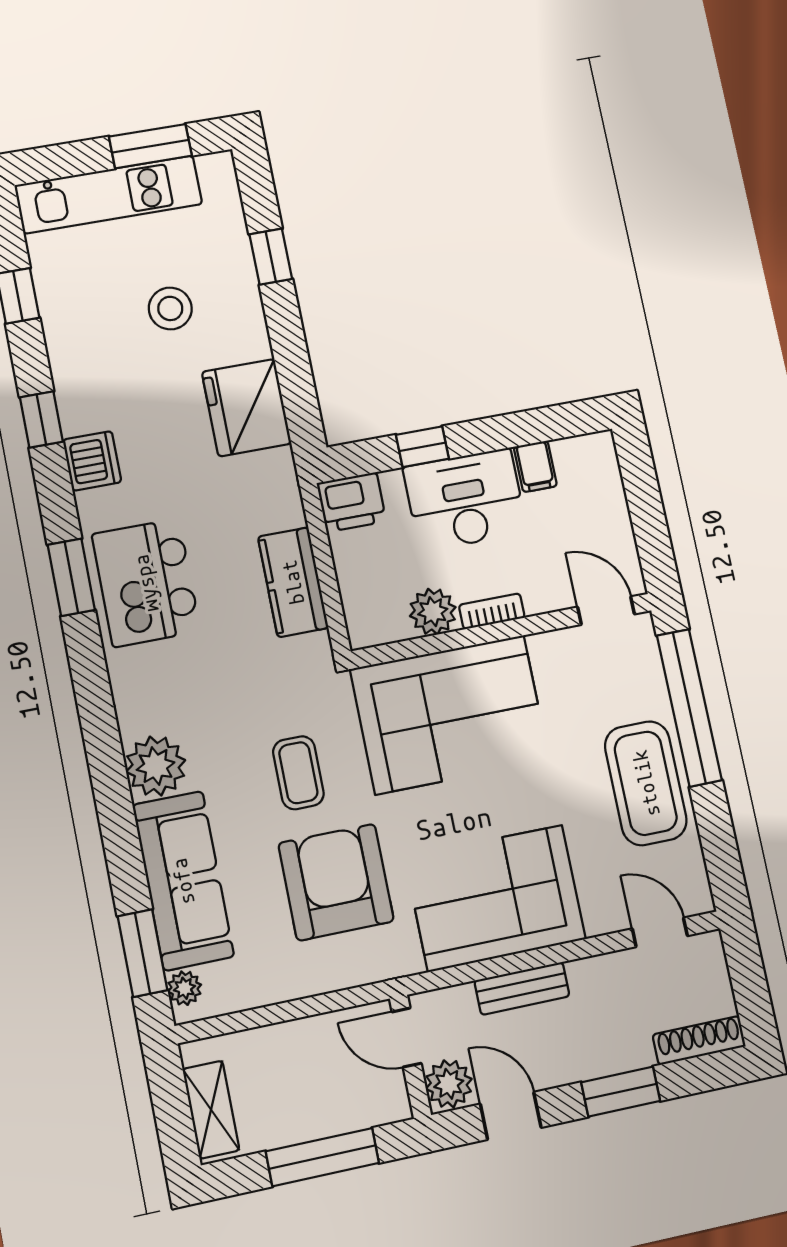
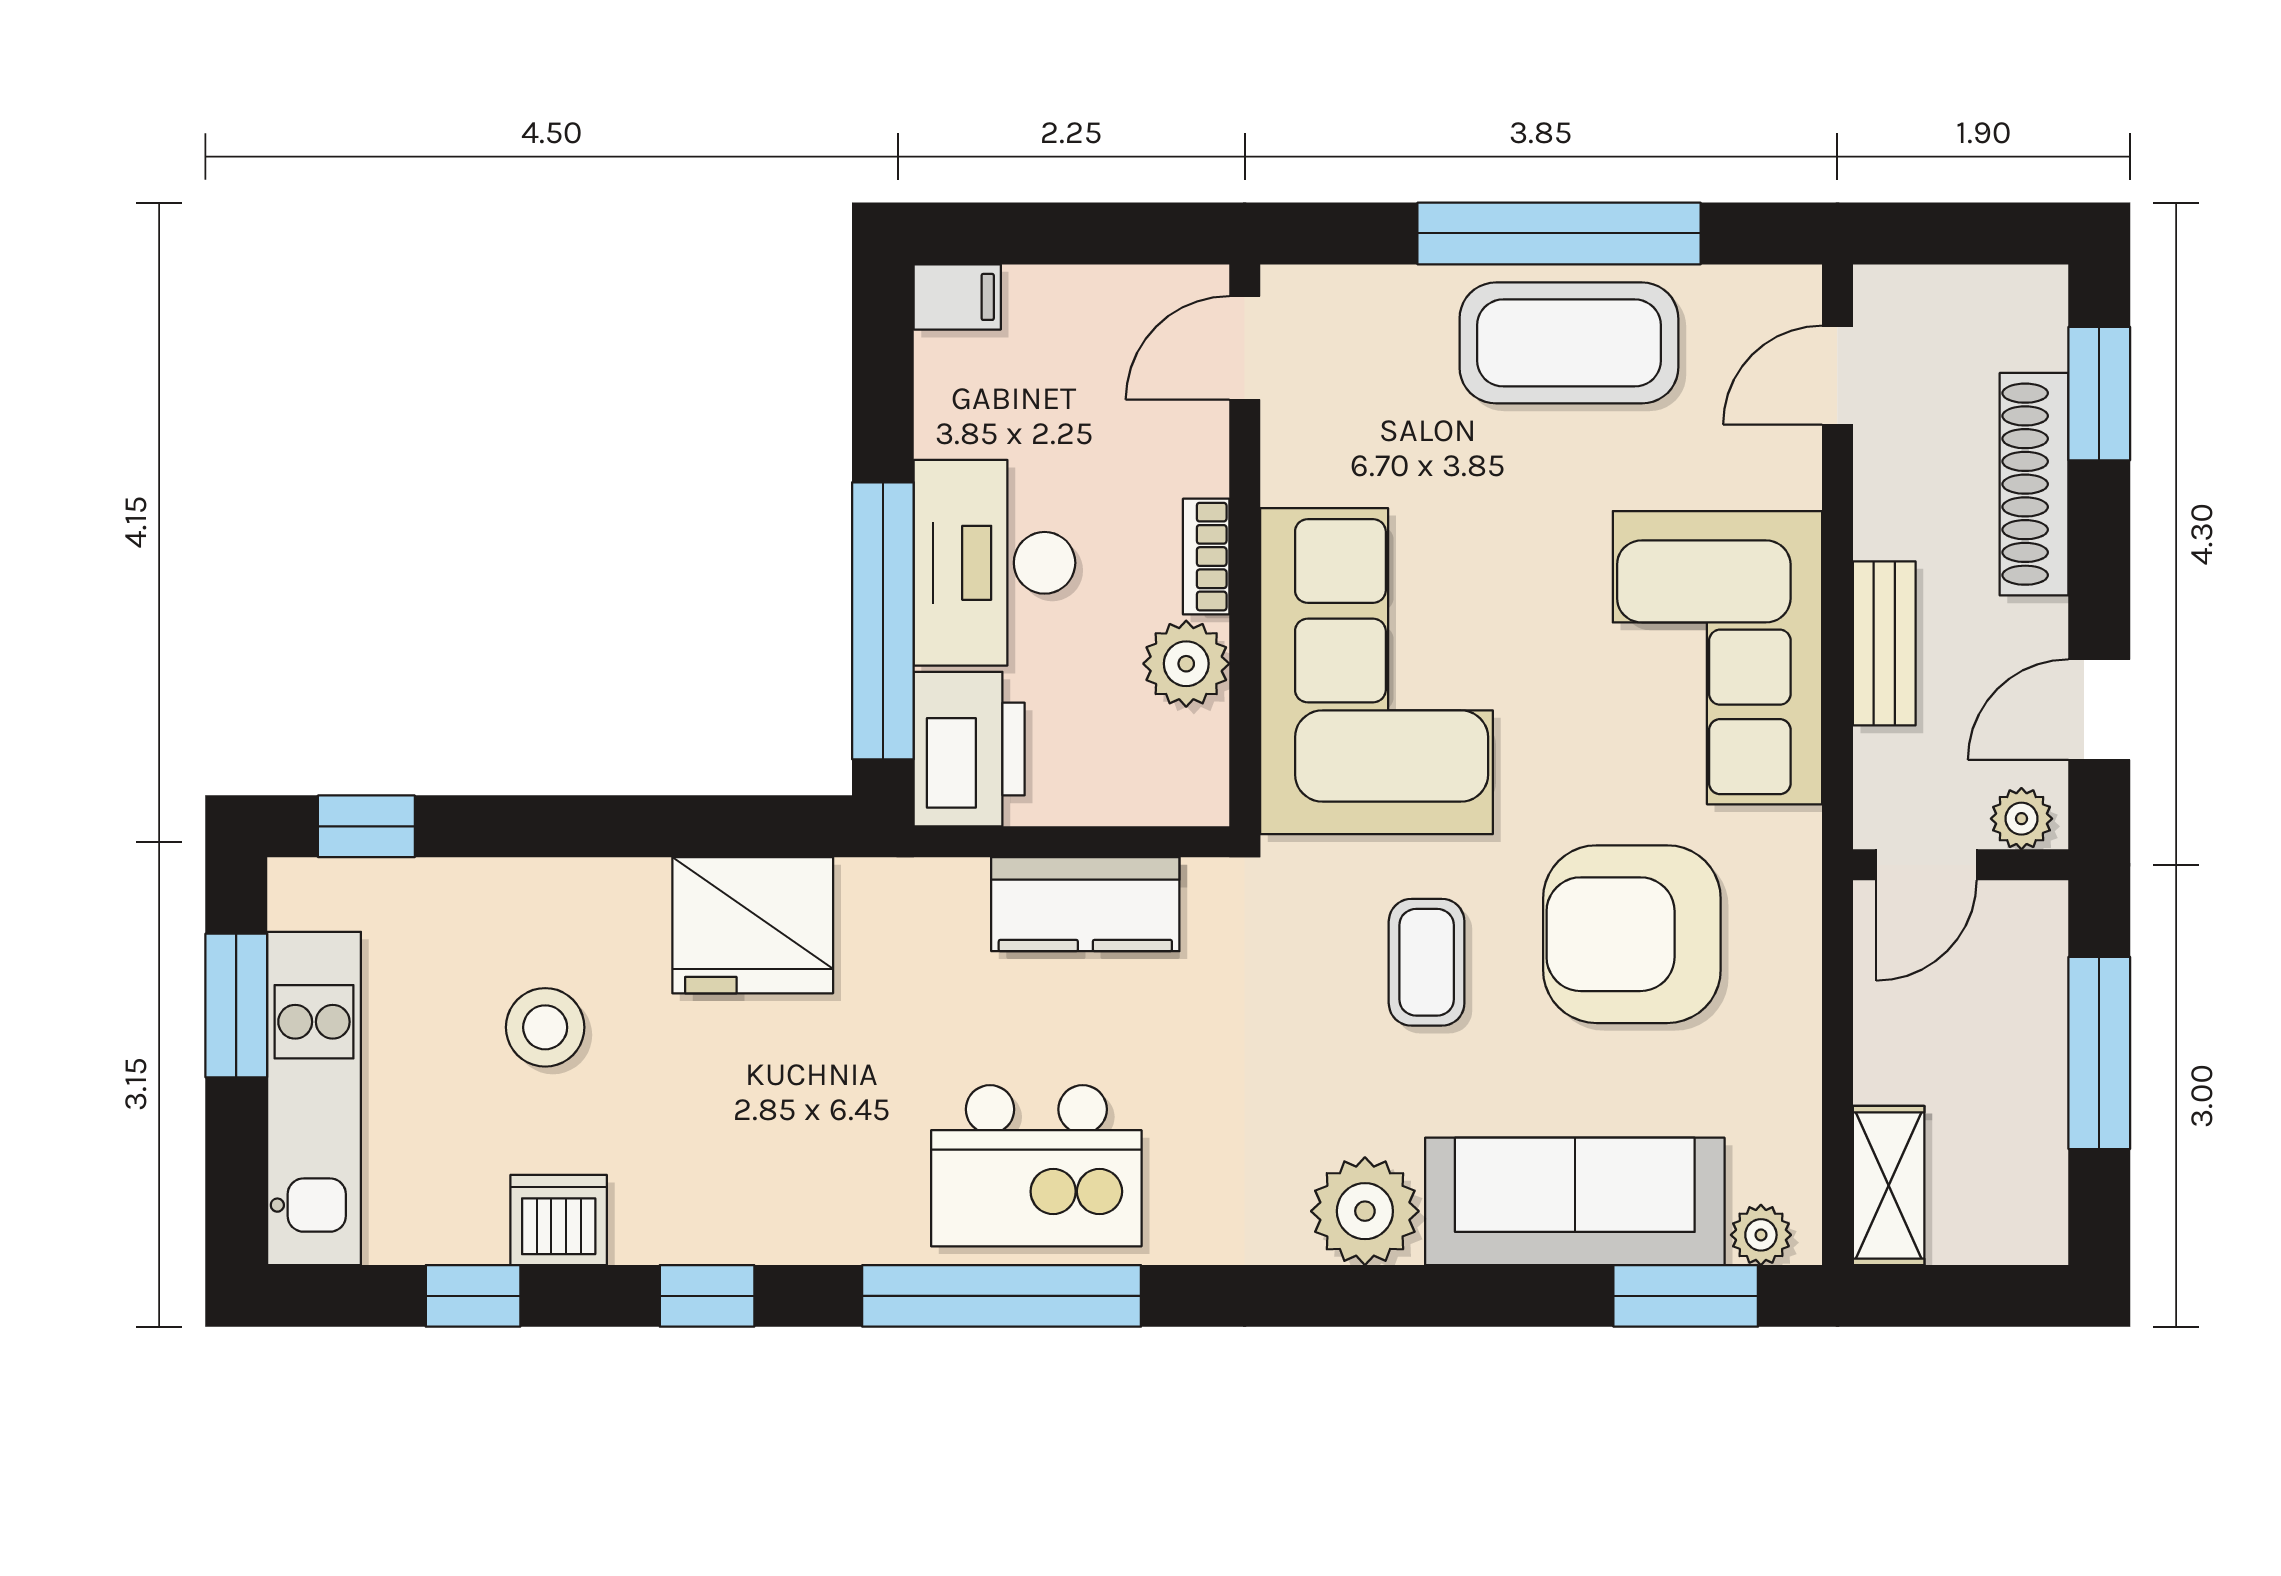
window: (271, 257) -> (366, 826), moved
window: (422, 447) -> (883, 621), width x3.17
dishwasher: (92, 461) -> (559, 1220), moved
filing cabinet: (535, 466) -> (957, 297), moved
printer: (352, 502) -> (969, 749), width x1.37, depth x1.19
window: (71, 577) -> (1002, 1296), width x2.11
window: (689, 708) -> (1559, 233), moved
coffee table: (298, 773) -> (1427, 962), turned 90
shoe rack: (699, 1041) -> (2034, 484), moved, width x1.36, depth x1.24
plant: (449, 1084) -> (2021, 819), width x0.73, depth x0.73
window: (621, 1092) -> (2099, 394), moved
shelving: (211, 1110) -> (1889, 1186), moved, turned 90

